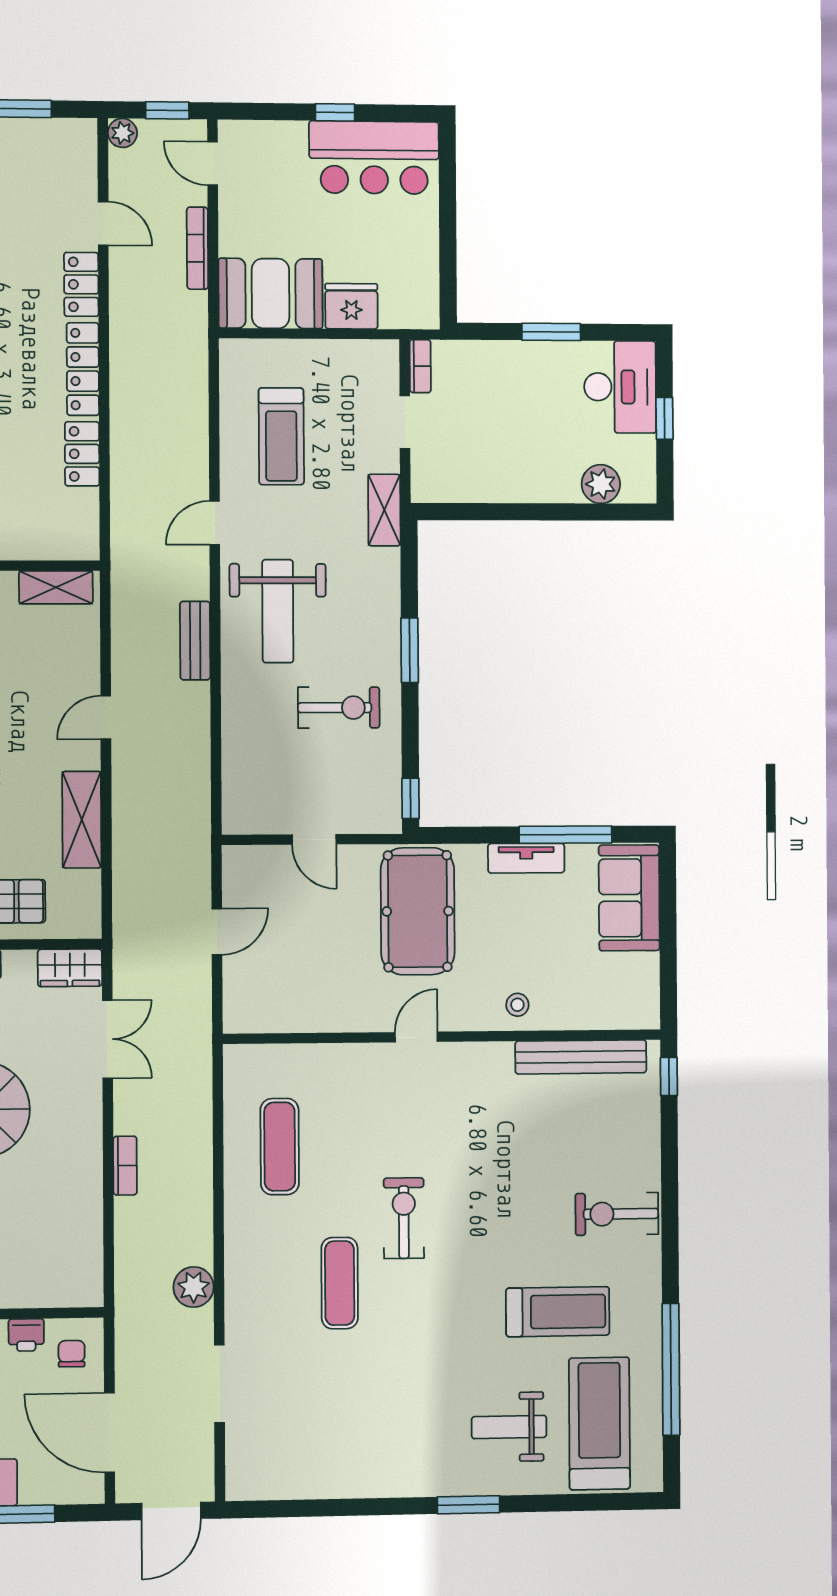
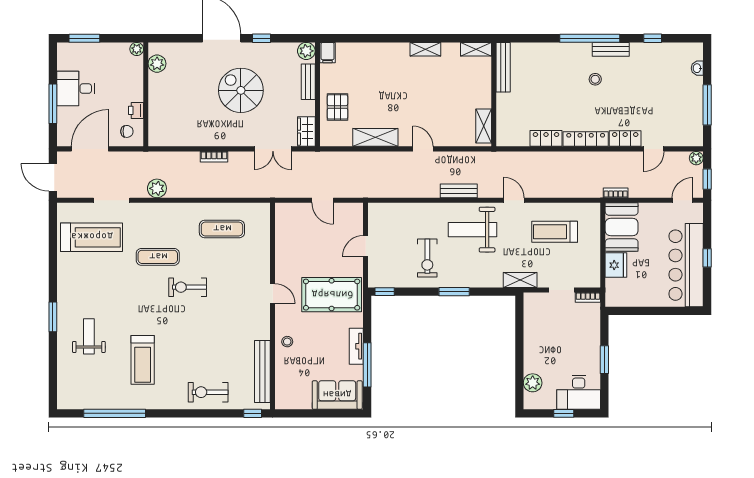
bar counter: (374, 157) -> (686, 265), width x1.36
bookcase: (197, 248) -> (616, 193), moved, width x0.64
exercise bike: (617, 1214) -> (208, 392), moved, turned -90
exercise bike: (404, 1218) -> (188, 287), turned 180
treadmill: (599, 1423) -> (92, 237), moved

